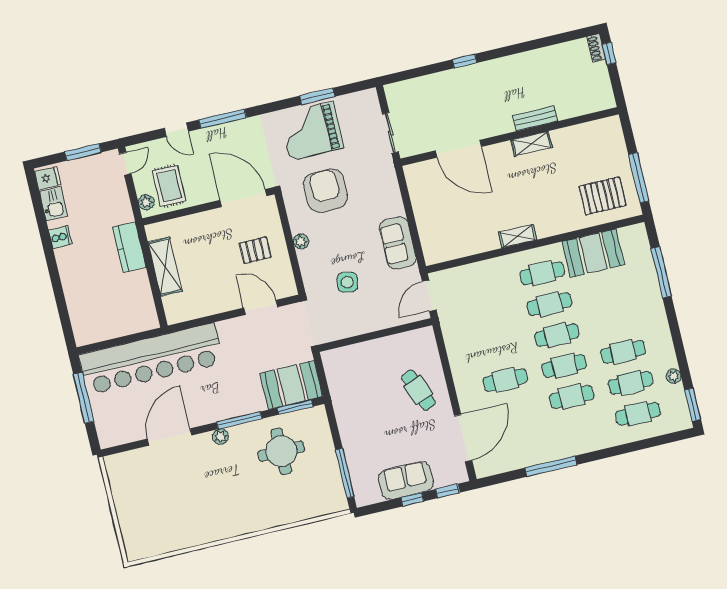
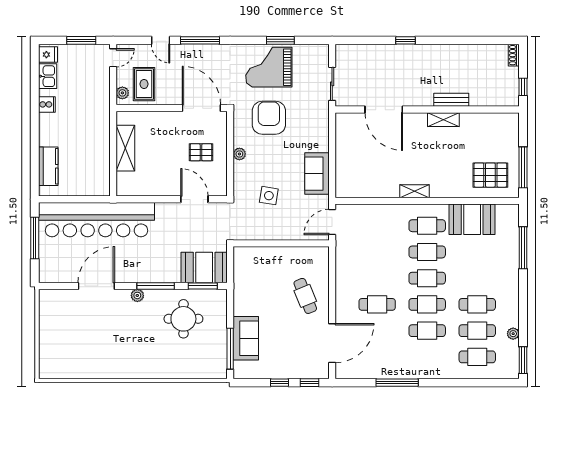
window: (609, 53) -> (523, 87), moved
kitchen counter: (129, 247) -> (48, 166), moved, turned 180
sofa: (406, 480) -> (246, 338), moved, turned 90

